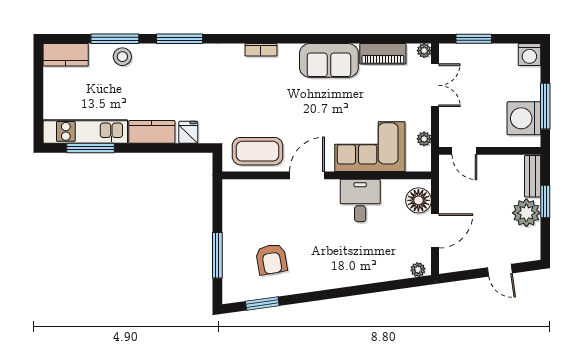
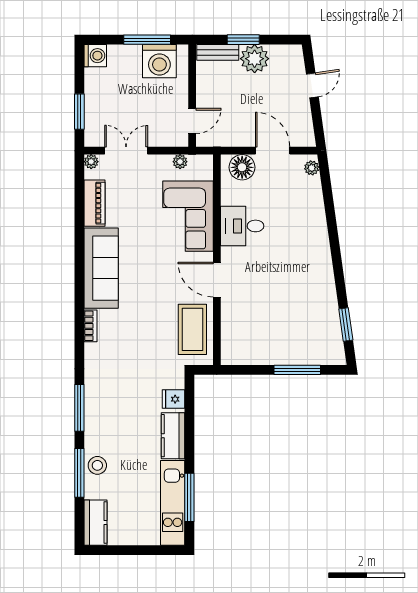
sofa: (329, 60) -> (101, 268), width x1.36
armchair: (271, 259) -> (301, 315), removed

